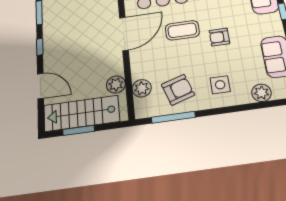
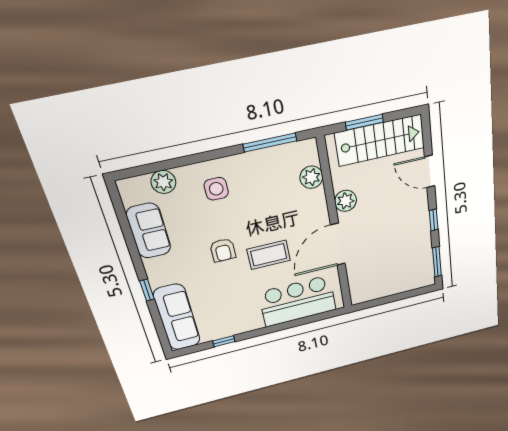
armchair: (219, 37) -> (223, 250), turned 90
plant: (116, 84) -> (346, 201), moved
armchair: (178, 90) -> (267, 179), removed
window: (79, 130) -> (364, 122), moved

